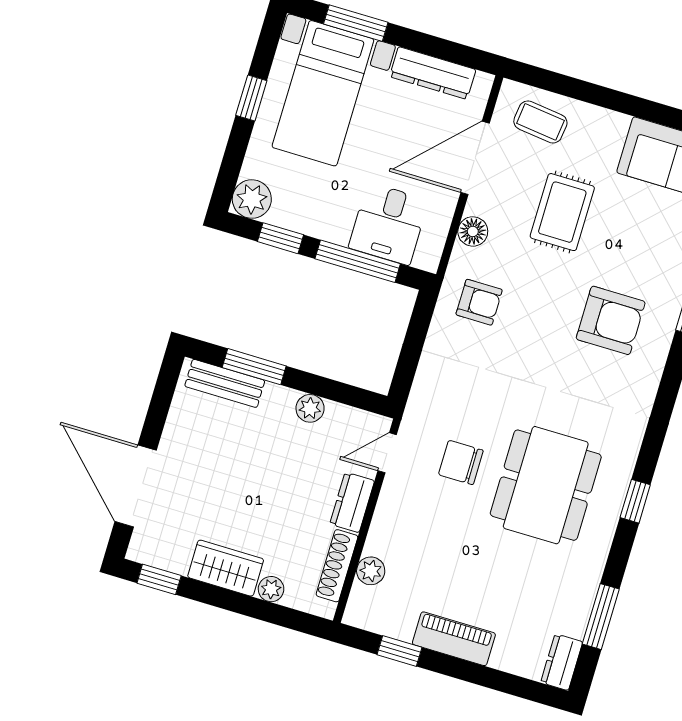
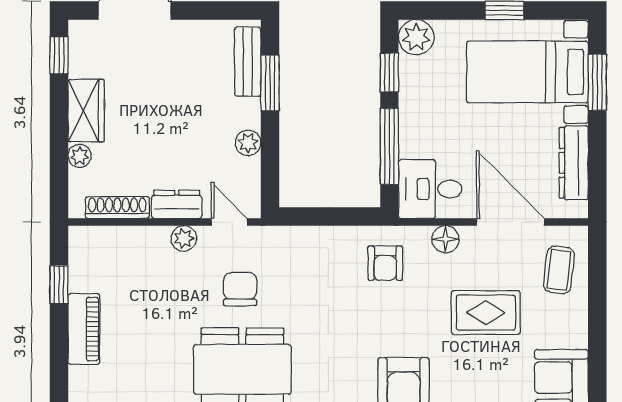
desk: (389, 224) -> (430, 189), moved
plant: (371, 571) -> (184, 238), moved

